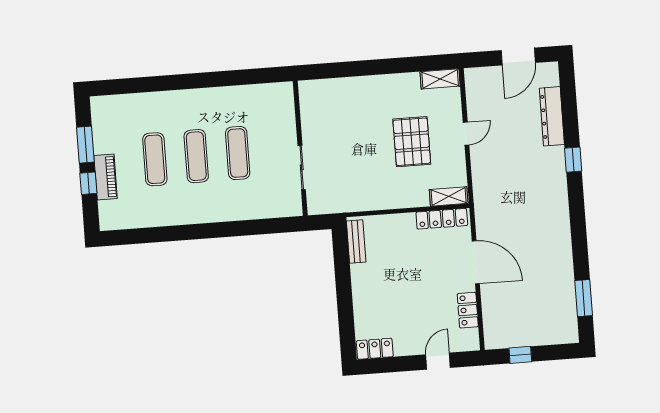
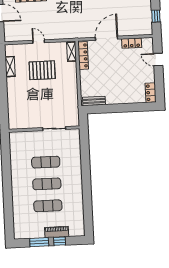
shelving: (440, 79) -> (10, 67), moved

